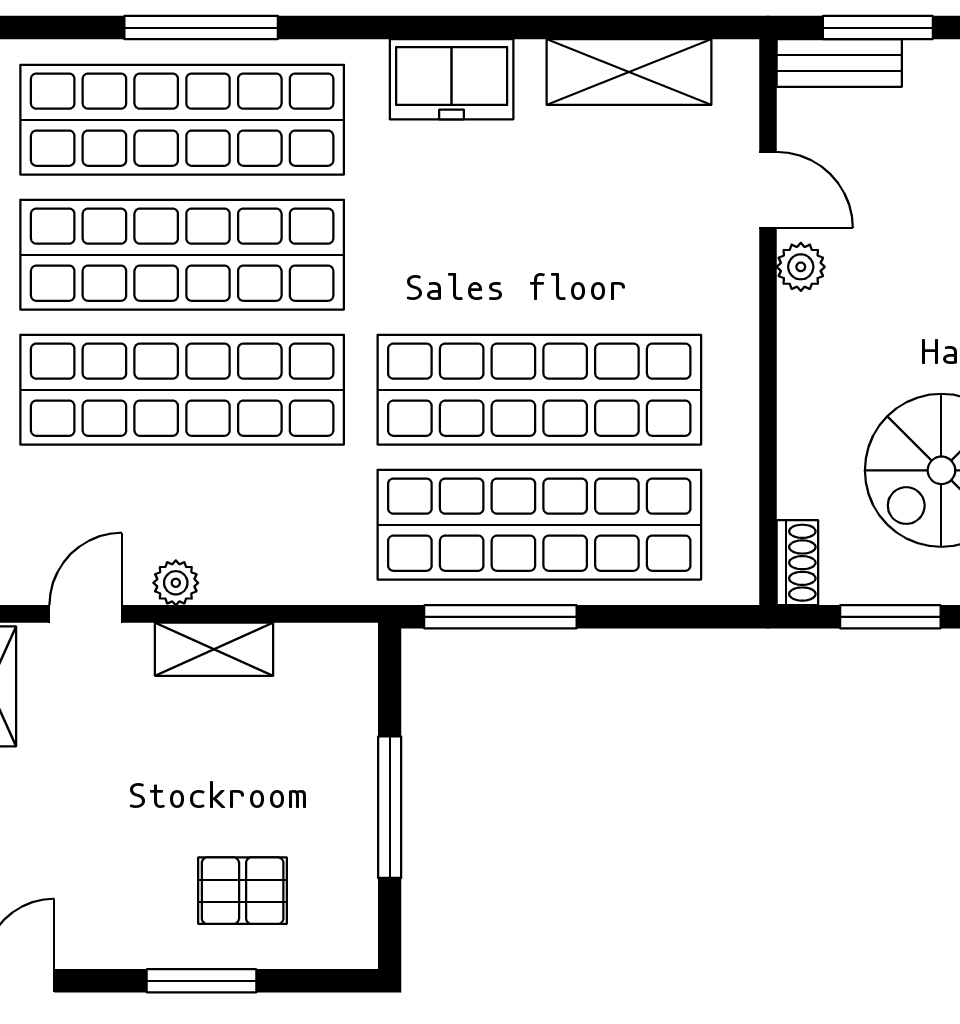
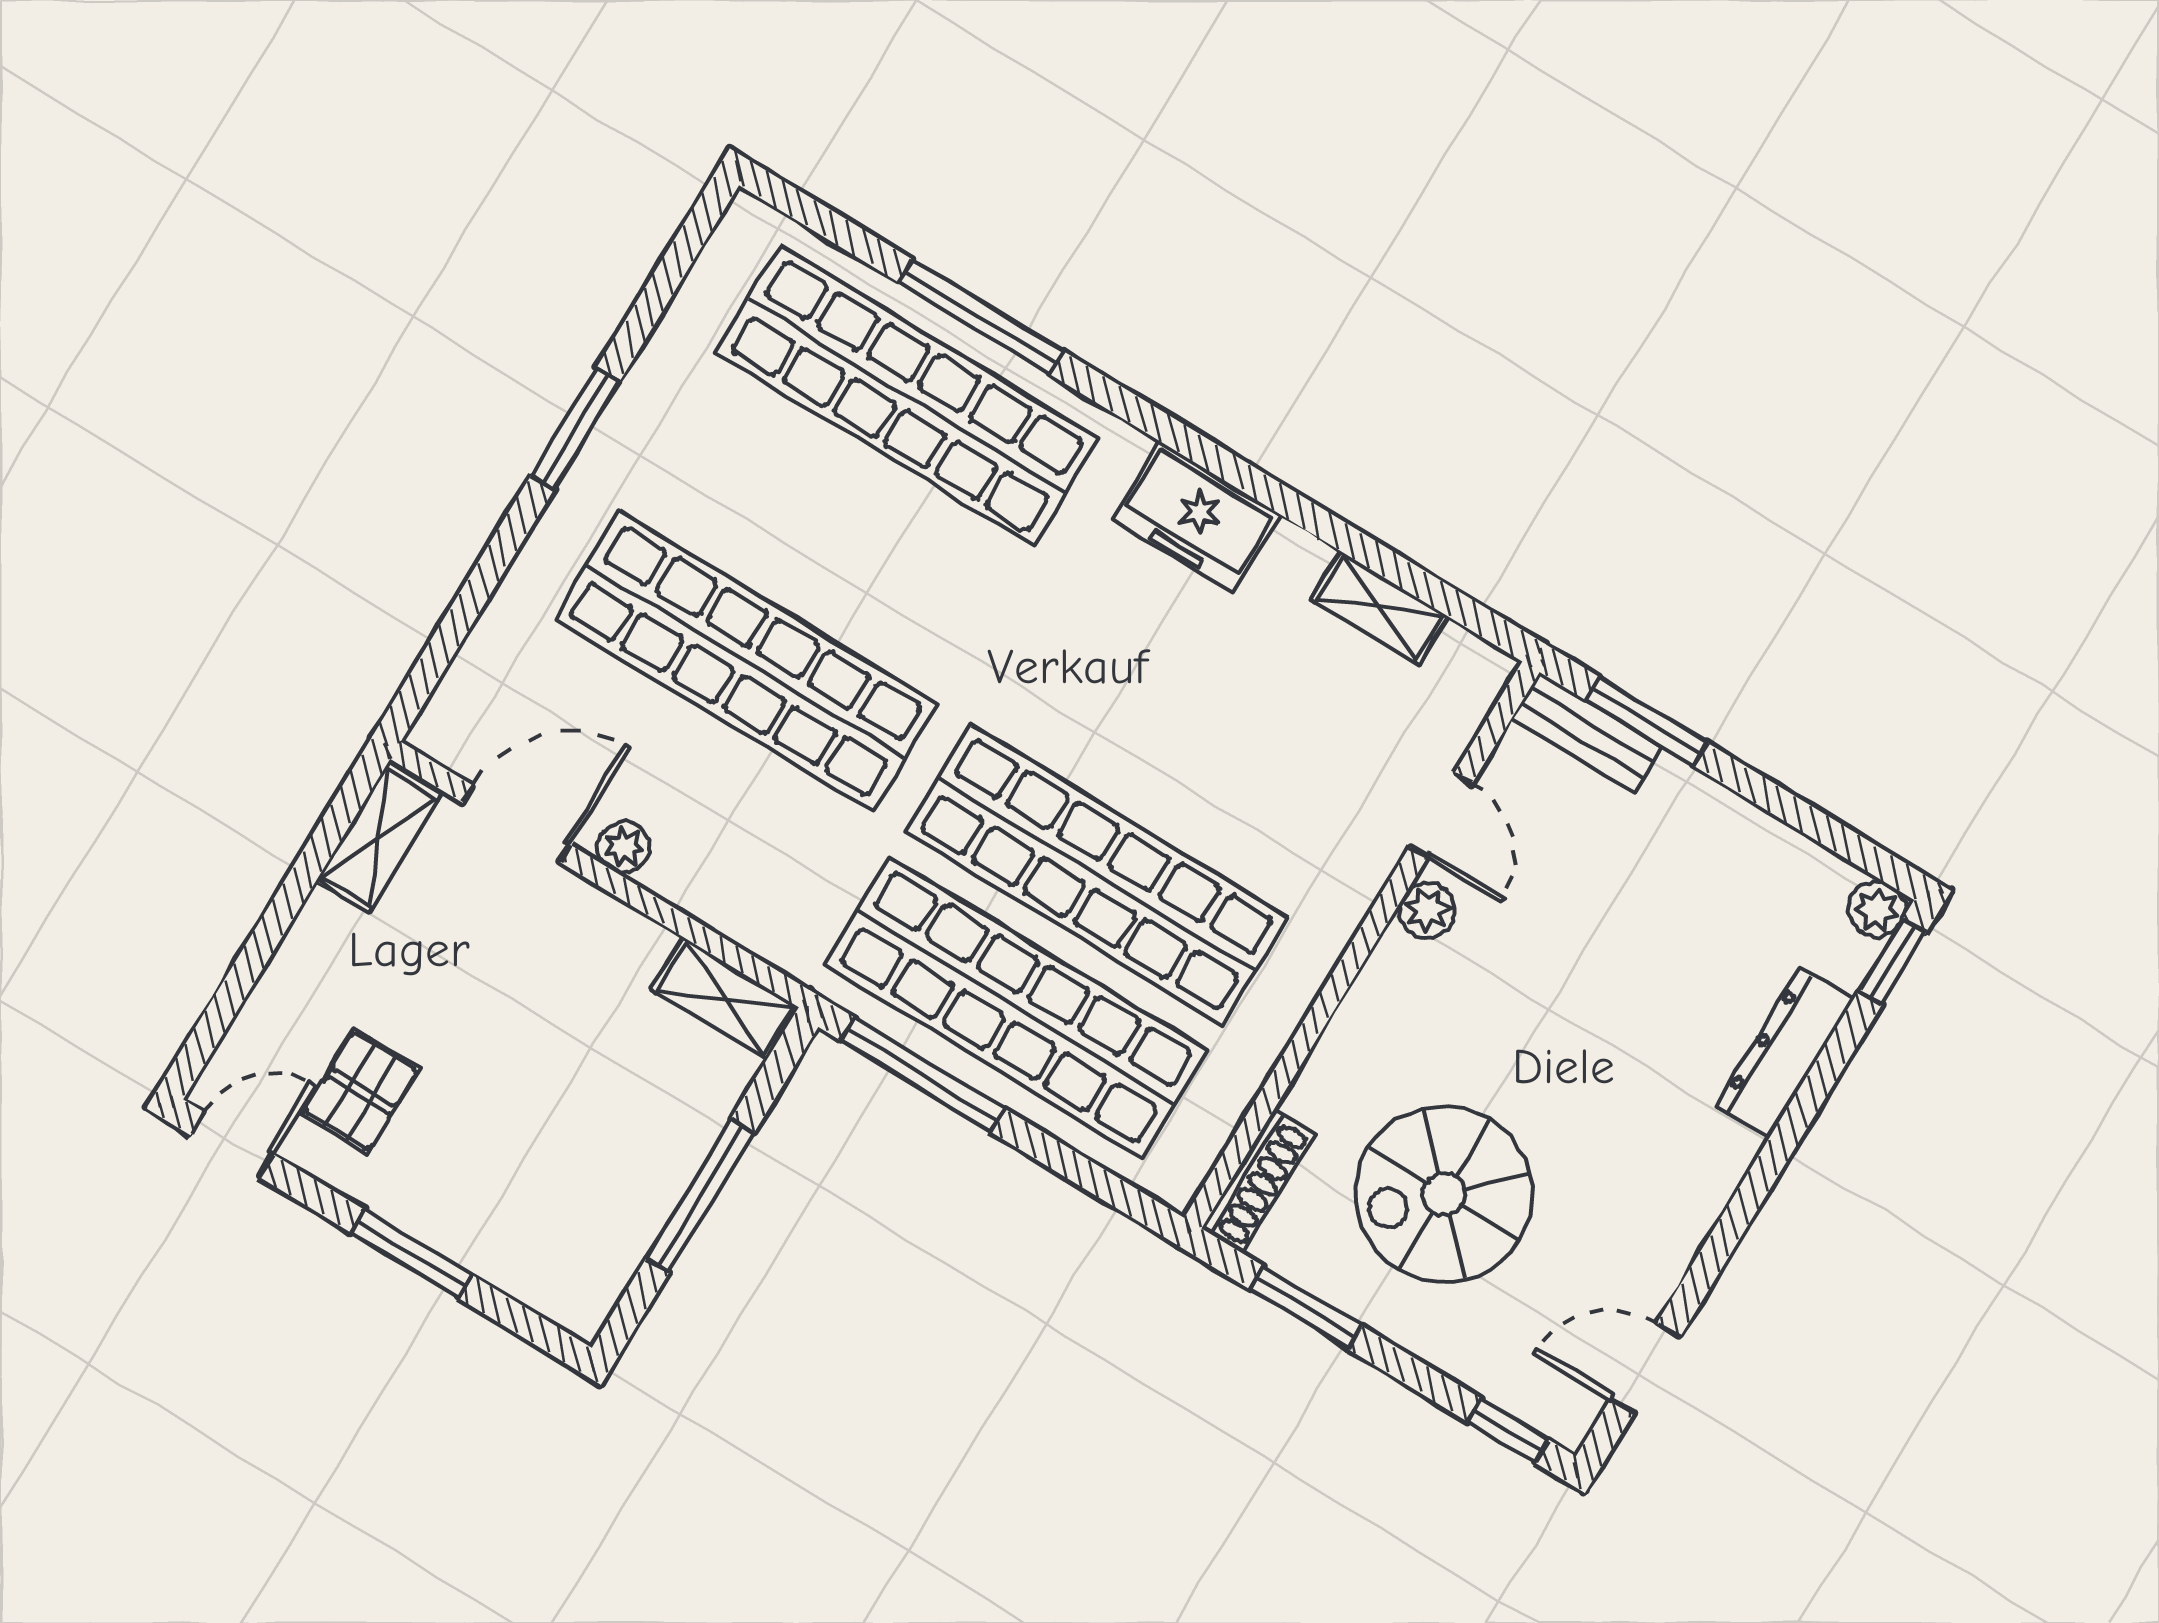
shelving: (629, 72) -> (1380, 608), width x0.67, depth x0.75
shop shelf: (182, 255) -> (826, 528), removed
shoe rack: (797, 563) -> (1258, 1181), width x1.43
door: (86, 614) -> (517, 824), width x1.37
shelving: (214, 649) -> (725, 998), moved
pallet: (243, 891) -> (361, 1091), moved, turned 90

